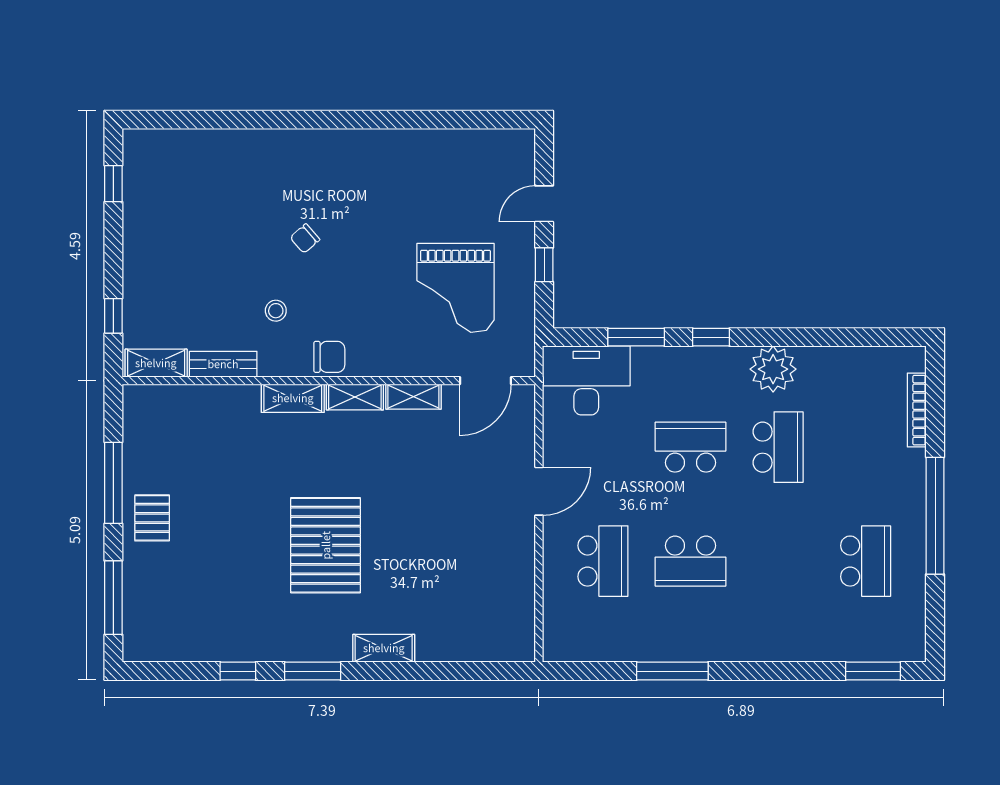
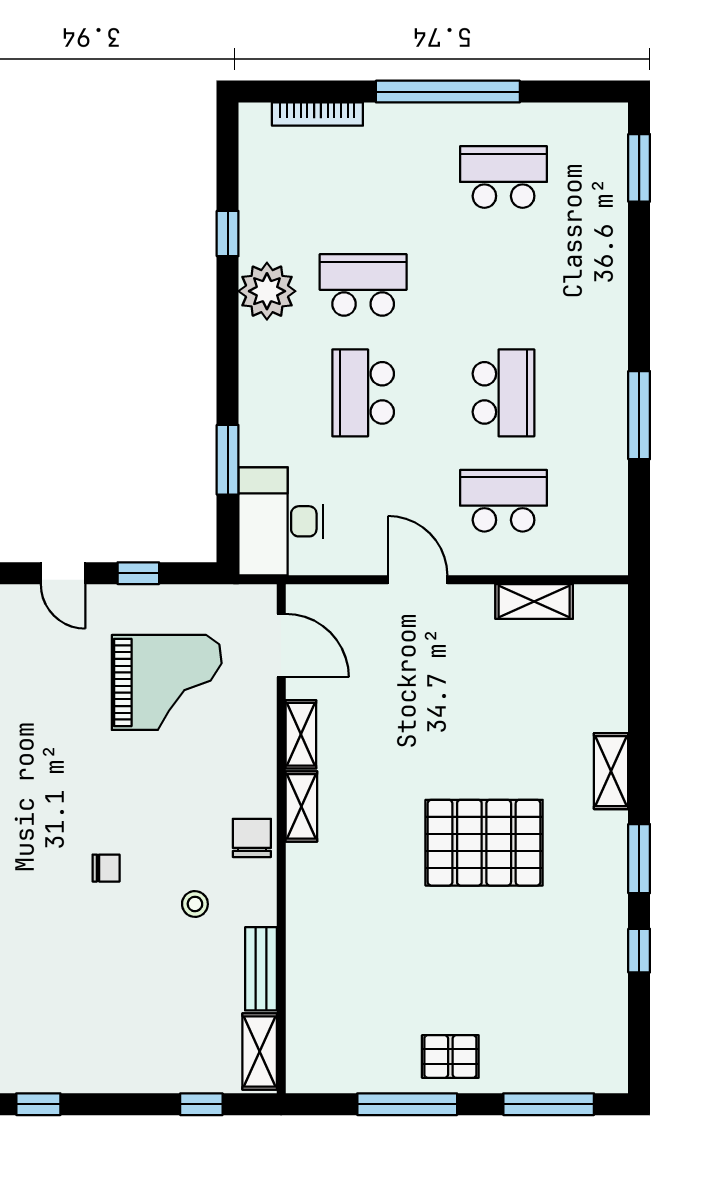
chair: (305, 239) -> (106, 868), turned -49
window: (711, 337) -> (228, 234), moved
shelving: (293, 398) -> (534, 602), moved, turned 90

